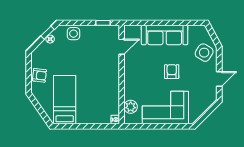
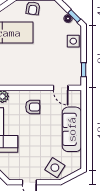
armchair: (172, 72) -> (33, 107), moved

